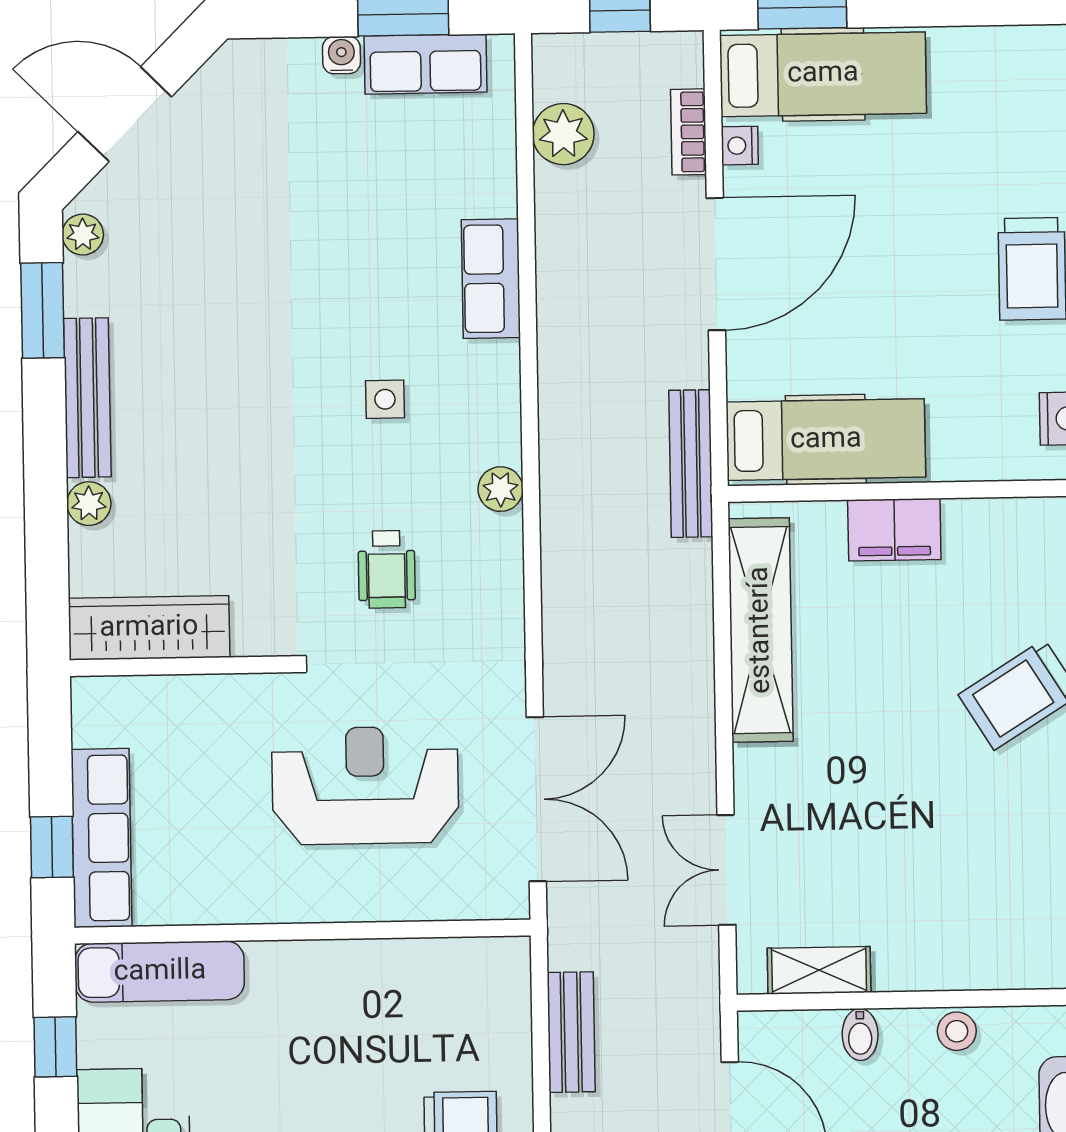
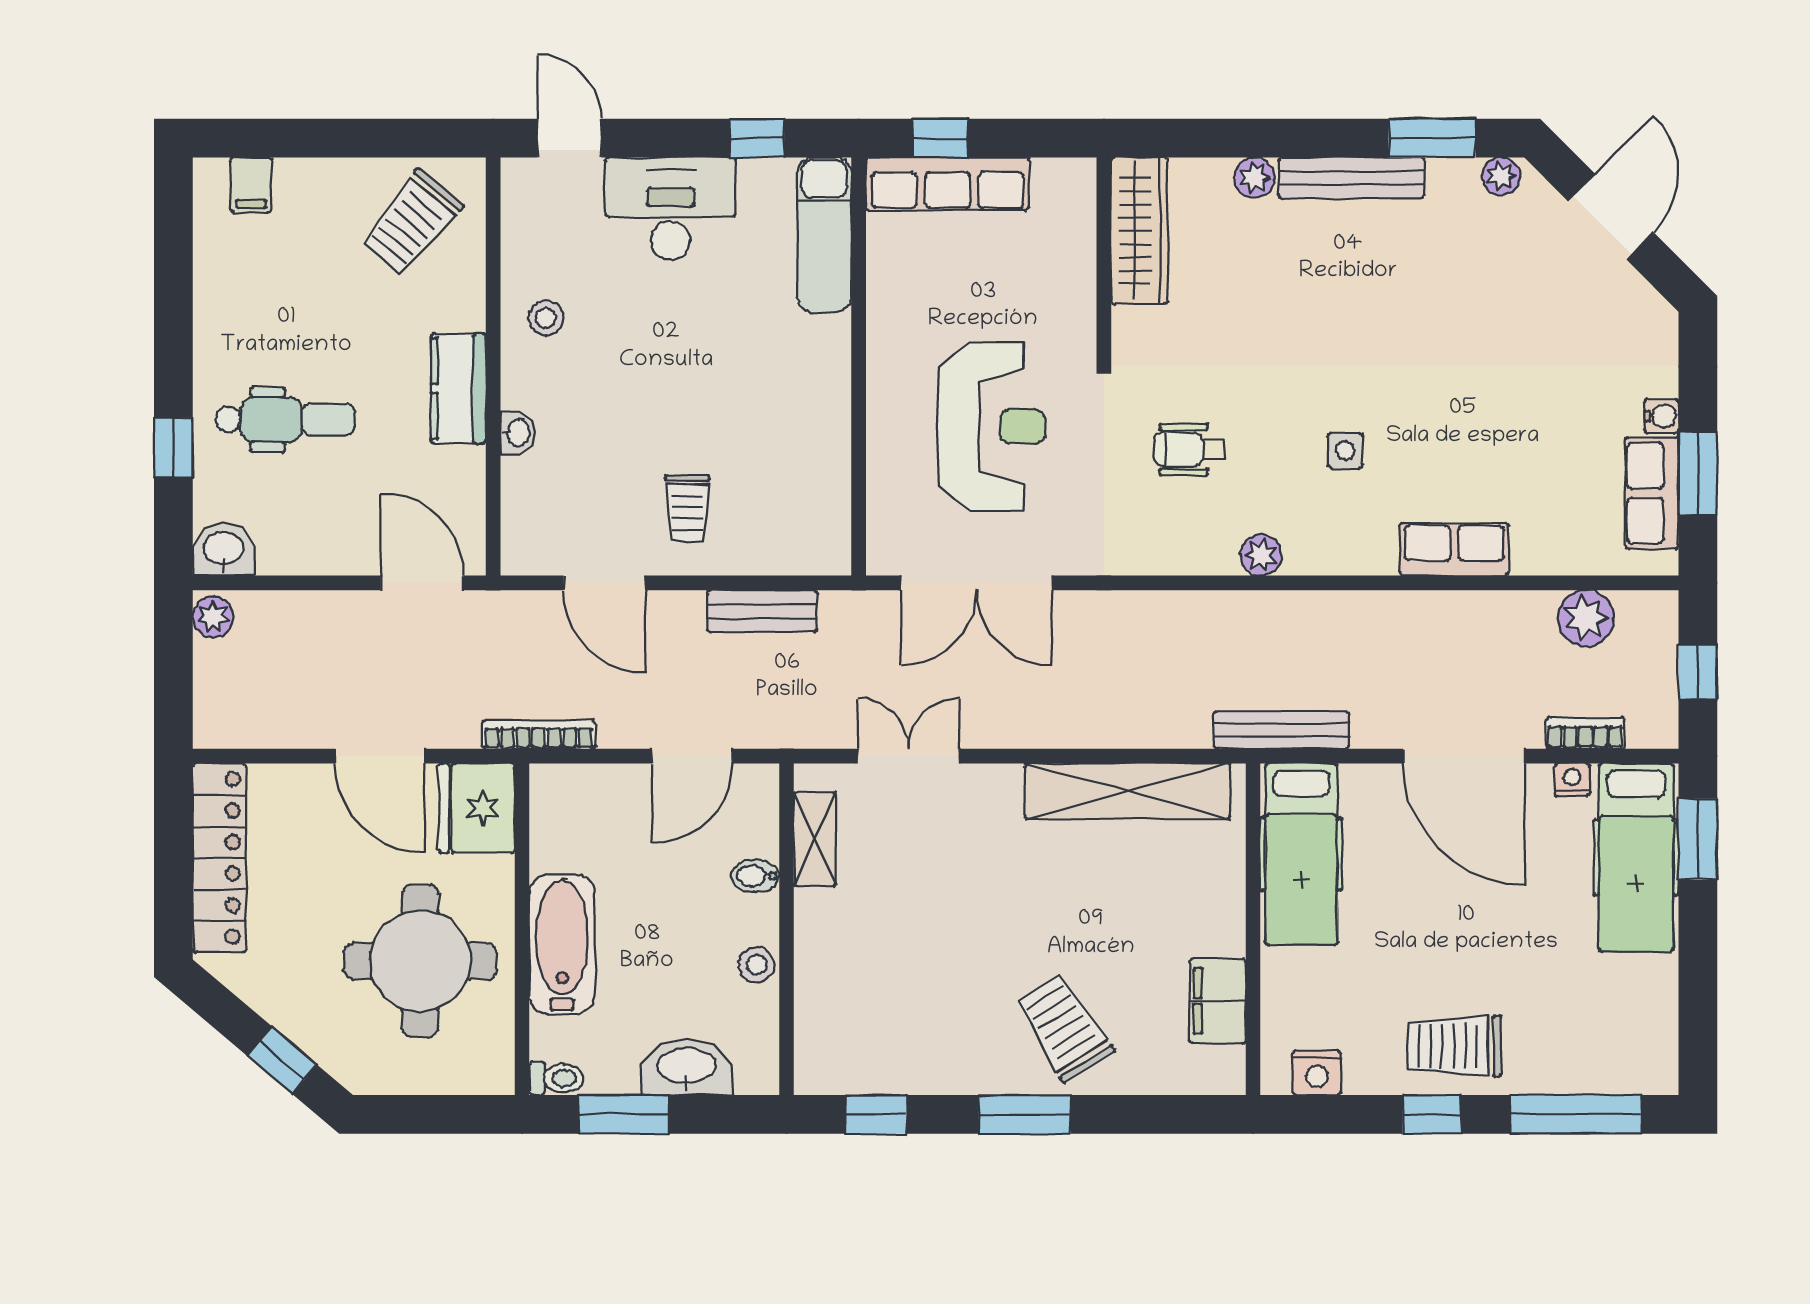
filing cabinet: (894, 530) -> (1218, 1001), moved

